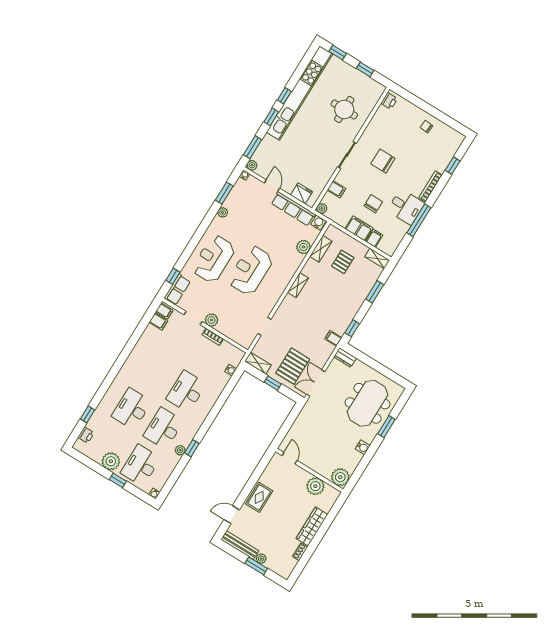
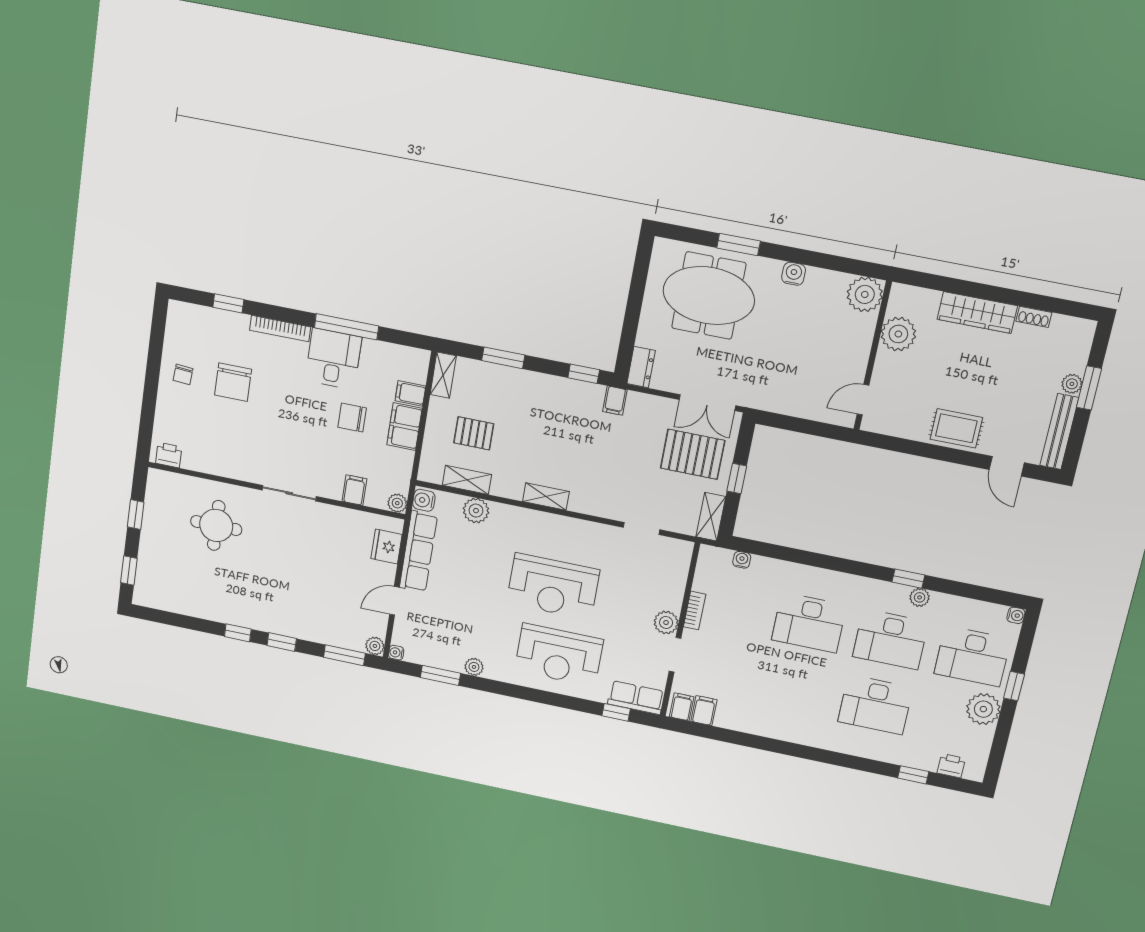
kitchen unit: (299, 93) -> (222, 610), removed
chair: (383, 161) -> (233, 382), moved

